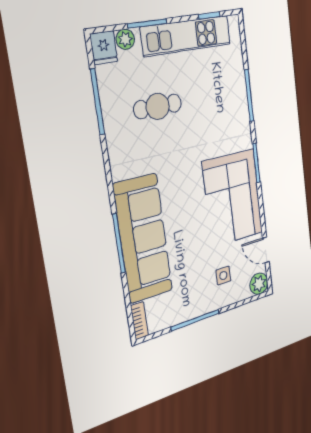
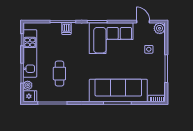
dishwasher: (238, 105) -> (66, 29), added
door: (266, 250) -> (143, 22), swing flipped

